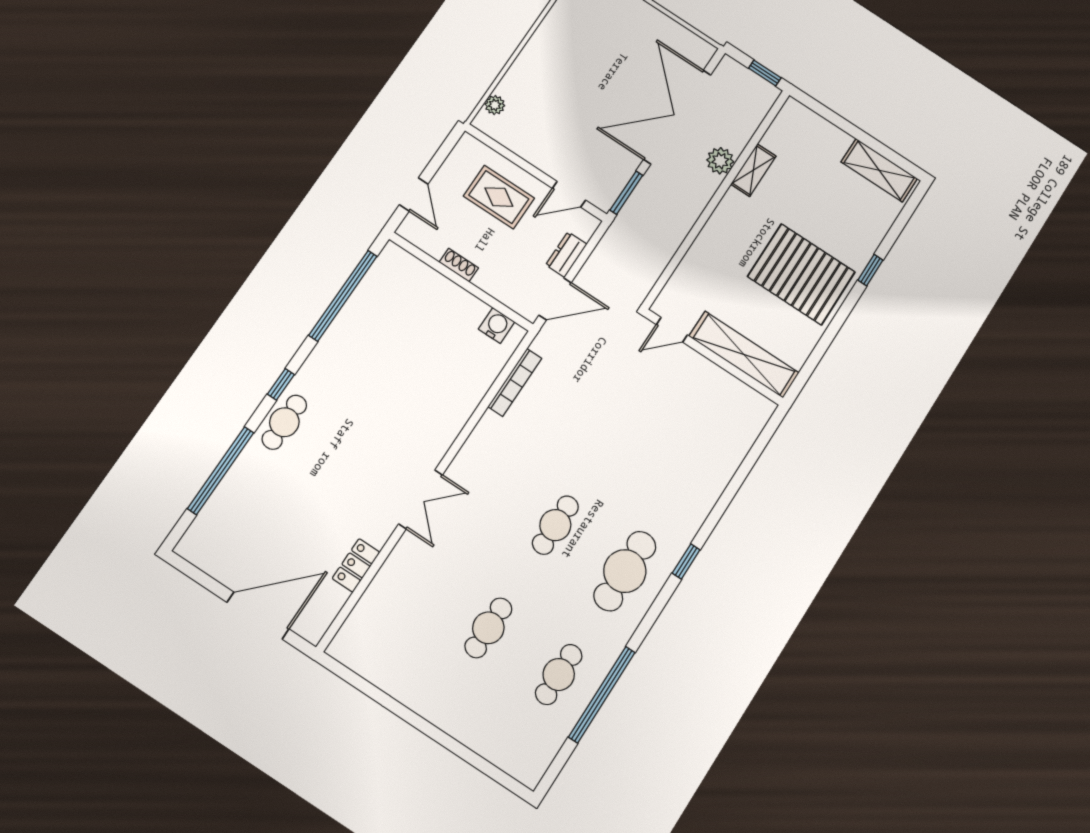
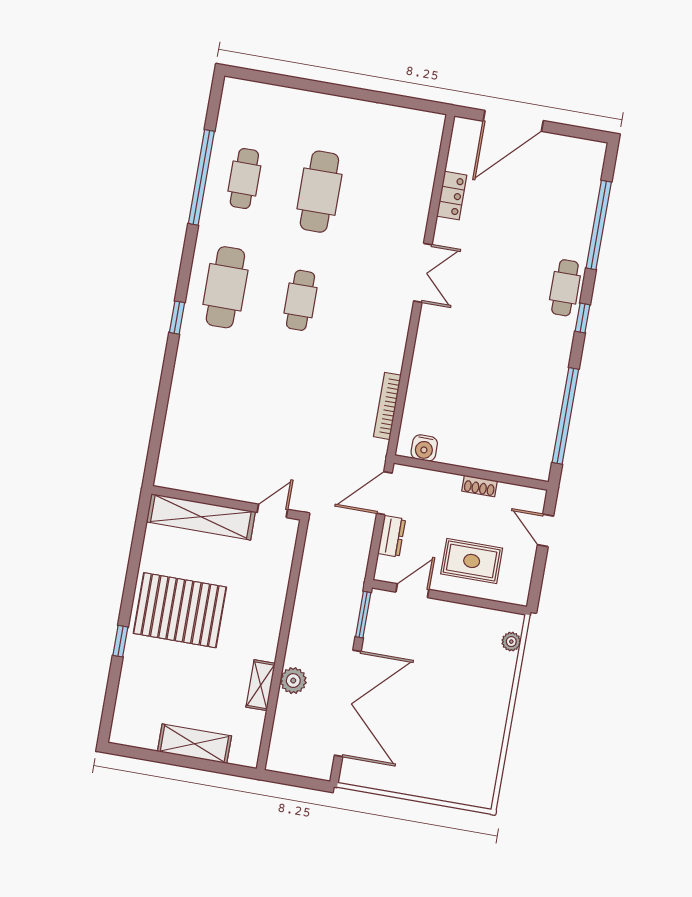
window: (765, 73) -> (287, 779), removed
shelving: (879, 170) -> (194, 744), moved
double door: (420, 499) -> (423, 273), swing flipped
cafe table: (488, 628) -> (319, 192), width x1.37, depth x1.35

